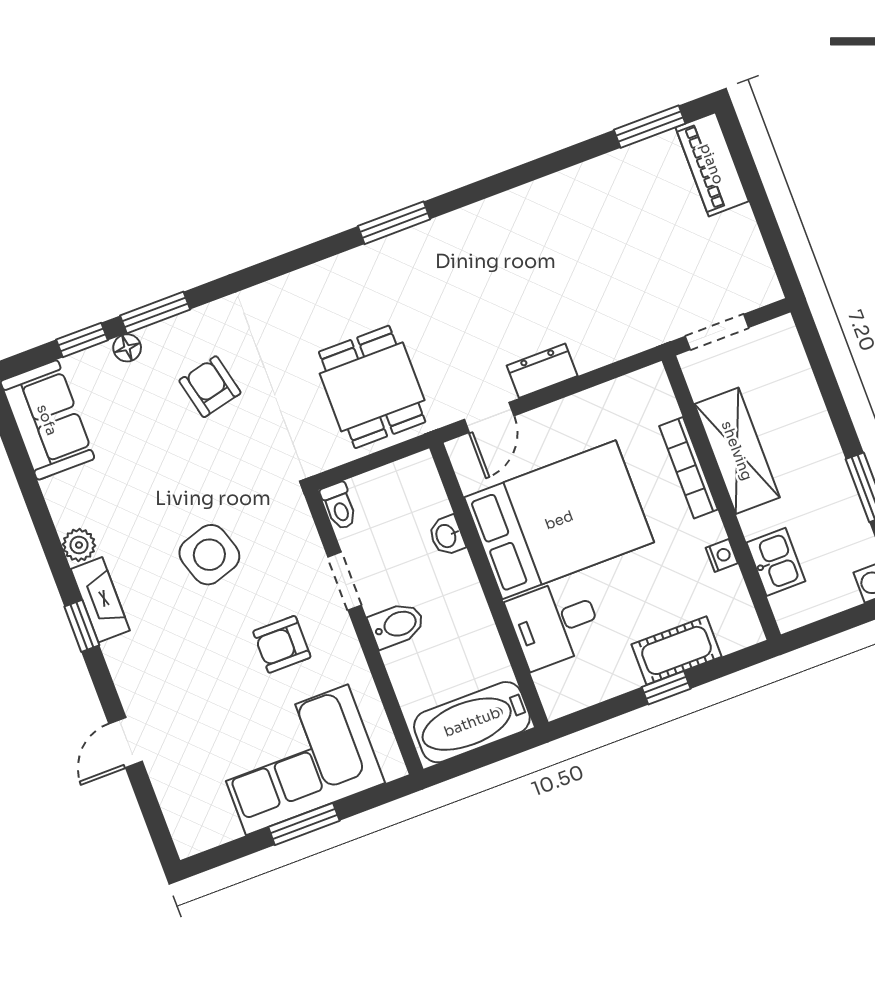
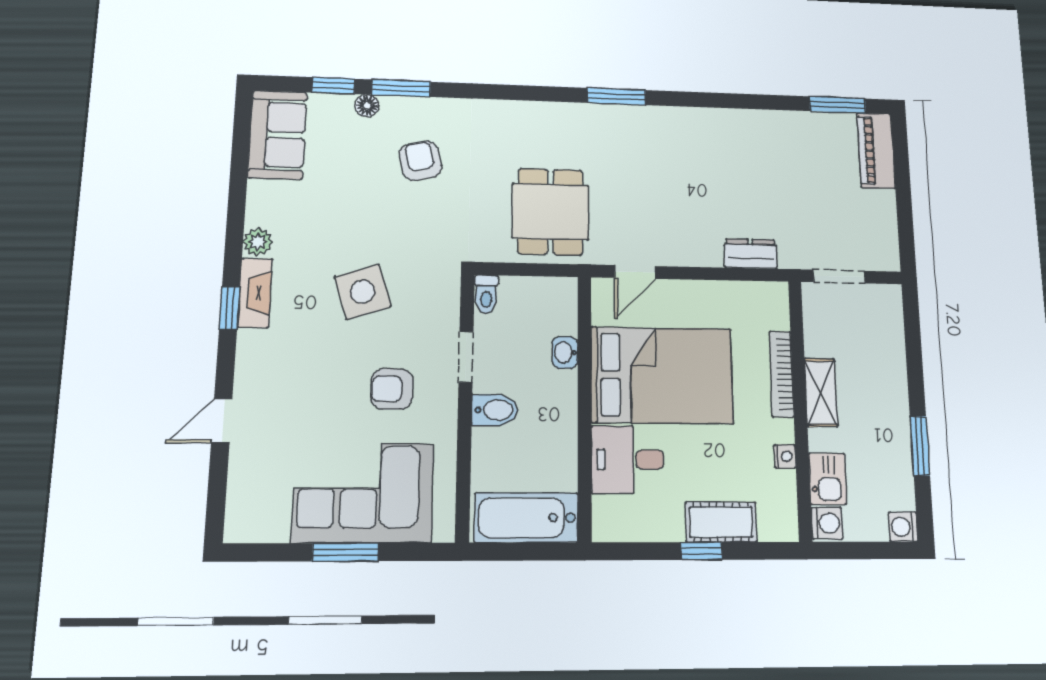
dresser: (542, 371) -> (750, 254), moved
shelving: (737, 451) -> (821, 393), width x0.67, depth x0.75
washing machine: (790, 609) -> (827, 523), added

